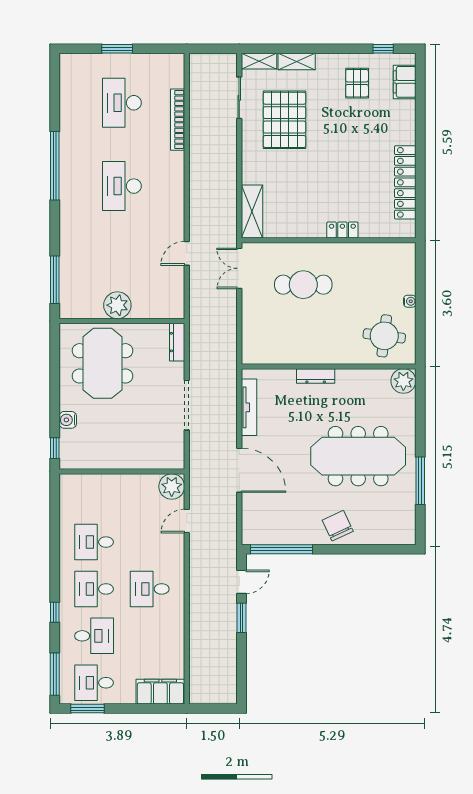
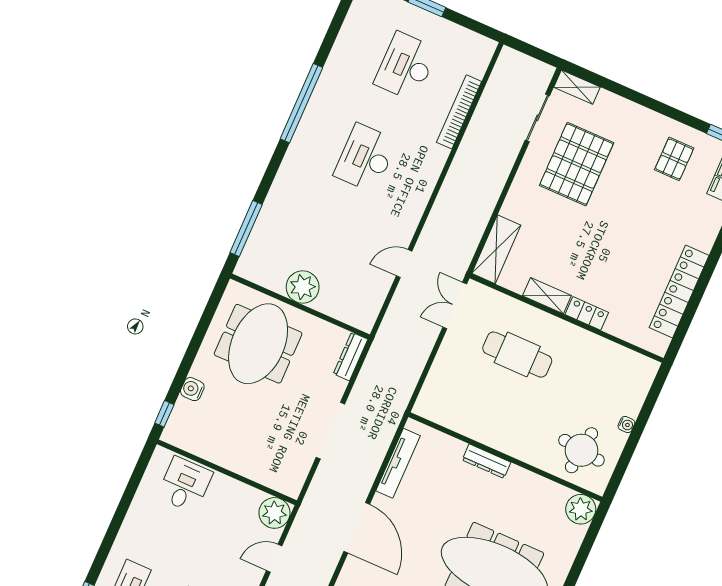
shelving: (297, 62) -> (547, 296), moved
desk: (94, 542) -> (185, 485), moved, turned 90

